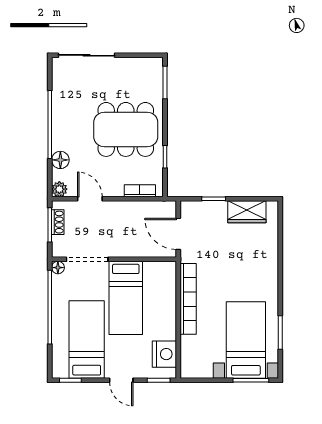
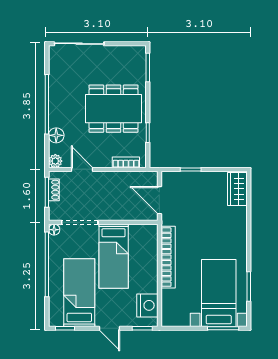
wardrobe: (247, 212) -> (237, 189), moved, turned 90

